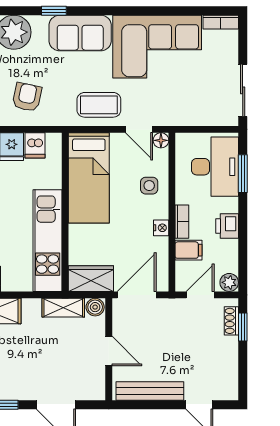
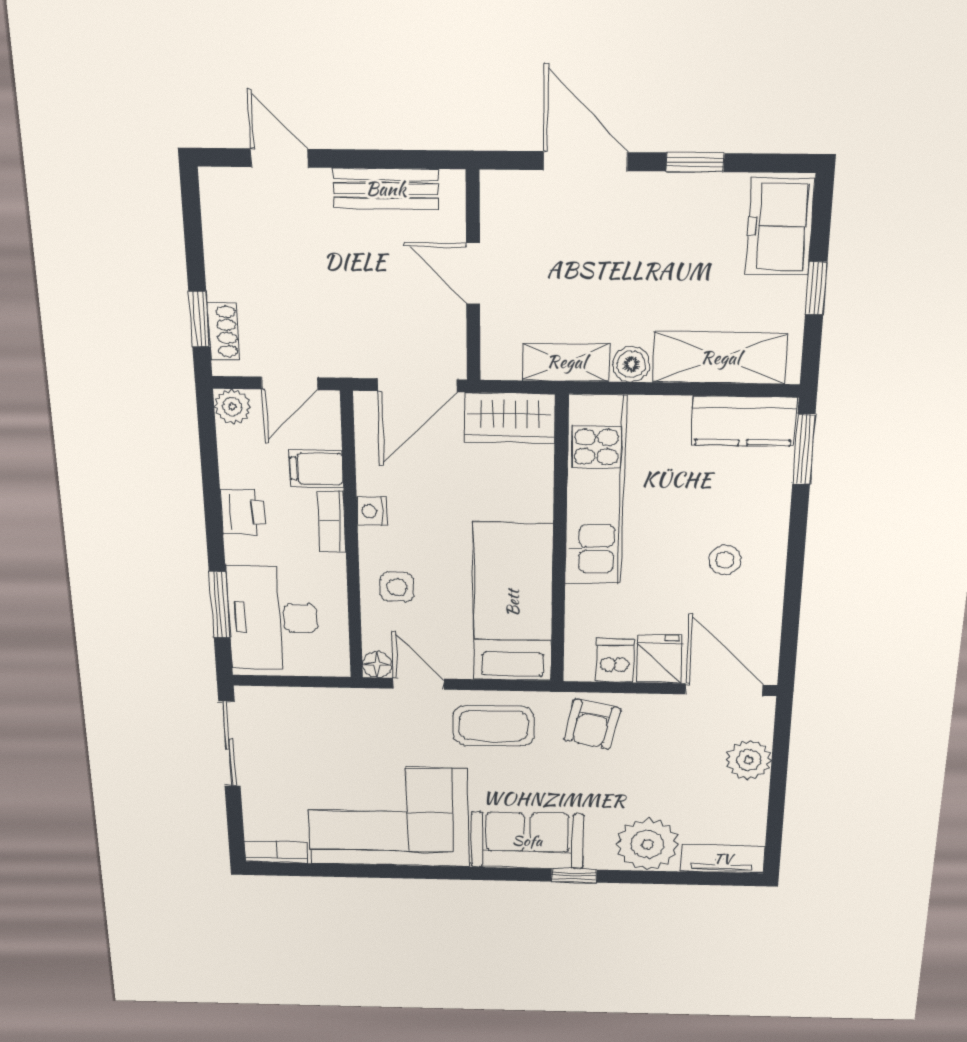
armchair: (27, 97) -> (592, 724), moved
boiler: (95, 307) -> (631, 364), moved
bench: (150, 391) -> (386, 189), width x0.73

